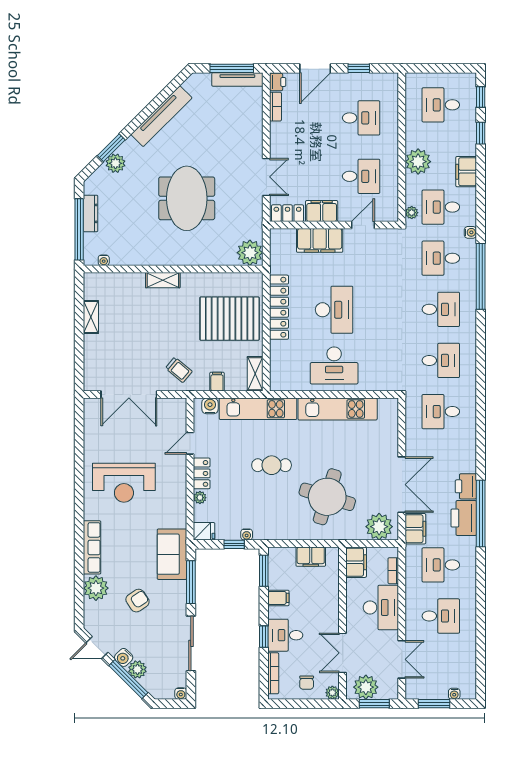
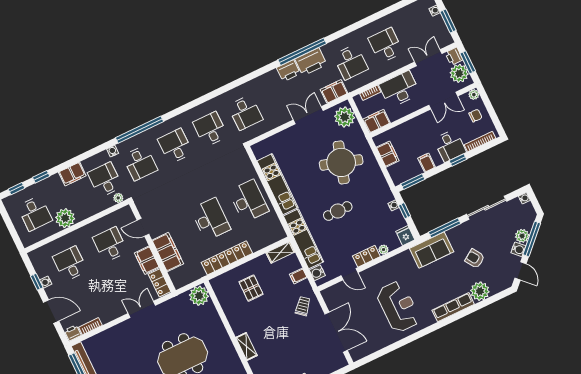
water cooler: (353, 79) -> (46, 282), added
plant: (418, 162) -> (65, 218), moved
desk: (441, 207) -> (105, 180), turned 180
desk: (334, 310) -> (211, 219), turned 90
pallet: (230, 319) -> (251, 288), width x0.49, depth x0.50
cafe table: (272, 465) -> (338, 211), turned 90
double door: (402, 485) -> (308, 115), width x0.73
printer: (389, 691) -> (454, 56), added

